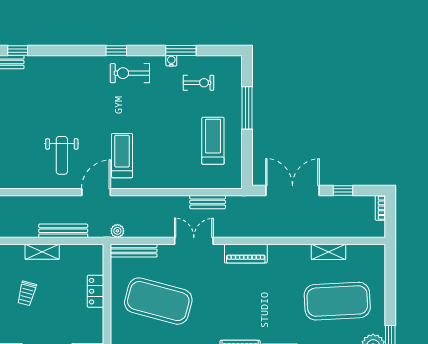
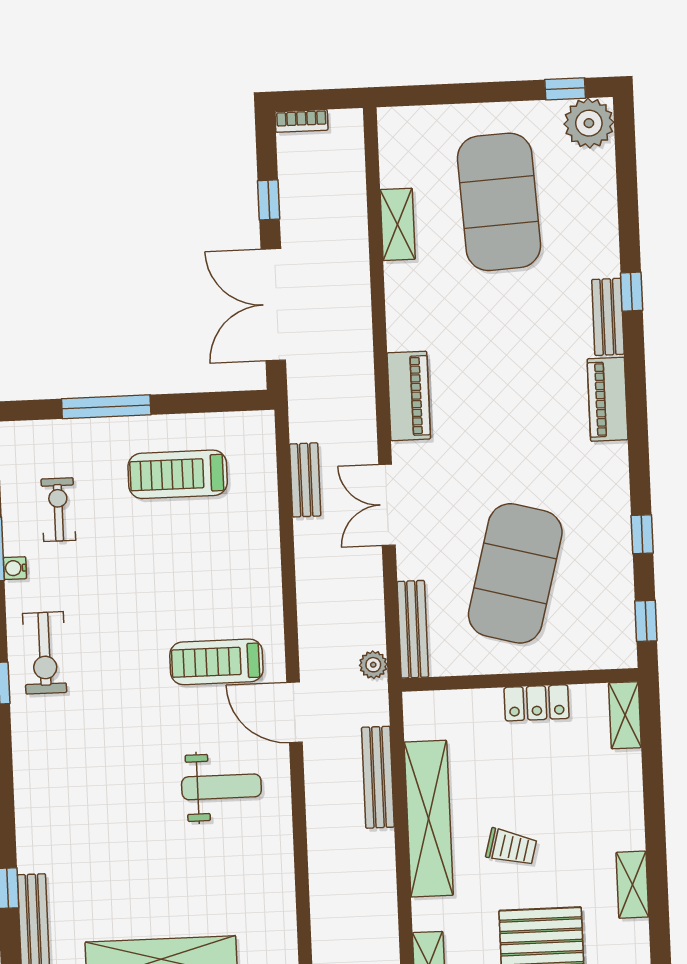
shelving: (42, 252) -> (429, 819), width x2.20, depth x1.33
locker: (96, 291) -> (537, 703), moved

